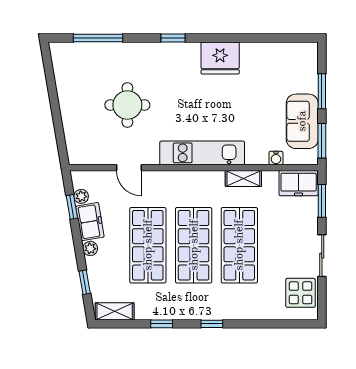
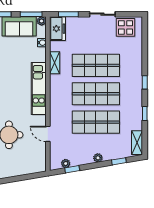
plant: (311, 158) -> (42, 21), added
door: (129, 168) -> (48, 134), swing flipped
freezer: (90, 222) -> (81, 158), removed

